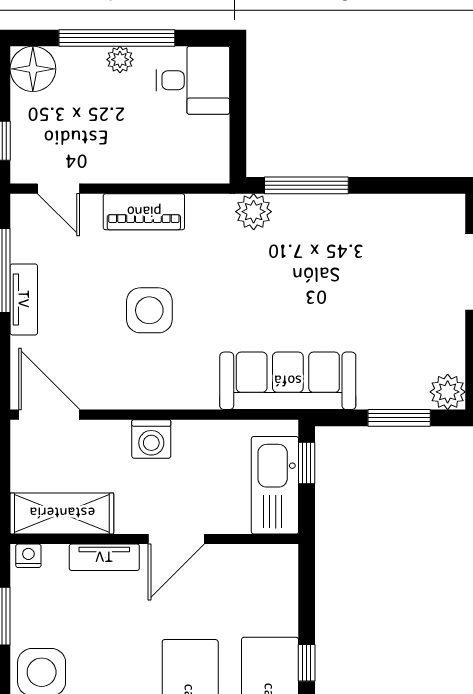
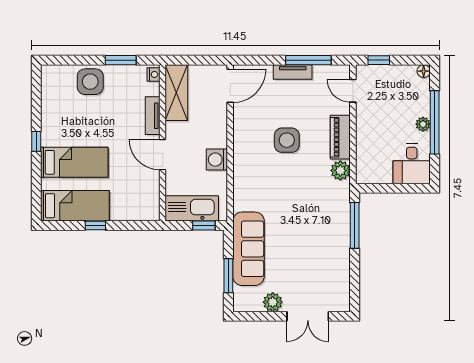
floor lamp: (33, 69) -> (424, 71), width x0.53, depth x0.53
door: (58, 189) -> (353, 91), hinge flipped
plant: (254, 212) -> (340, 170), moved
sofa: (288, 381) -> (248, 249), moved
plant: (448, 392) -> (273, 302), moved
washing machine: (151, 439) -> (217, 160), moved

